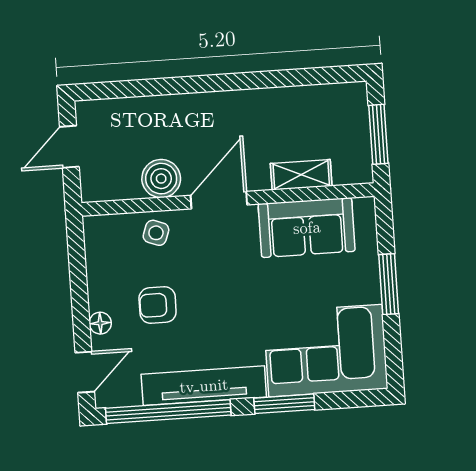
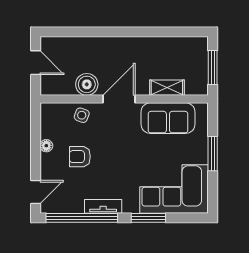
door: (69, 147) -> (36, 63), swing flipped
floor lamp: (100, 323) -> (46, 146), moved
tv unit: (204, 386) -> (103, 206), width x0.52, depth x0.78

